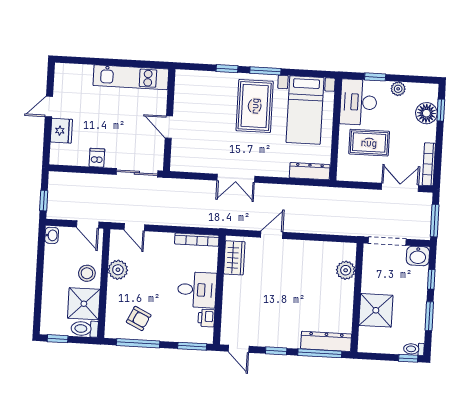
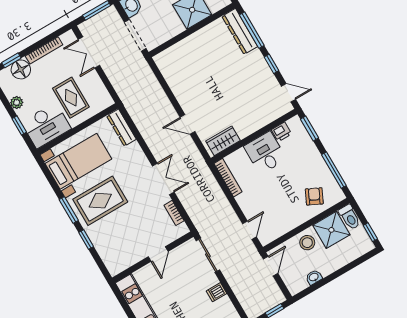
bookcase: (429, 164) -> (44, 50), moved
bookcase: (197, 167) -> (174, 213), added
washbasin: (52, 235) -> (314, 277), moved
plant: (118, 270) -> (289, 221), removed
plant: (346, 270) -> (177, 52), removed
armchair: (139, 318) -> (314, 196), moved
door: (239, 349) -> (288, 93), hinge flipped

